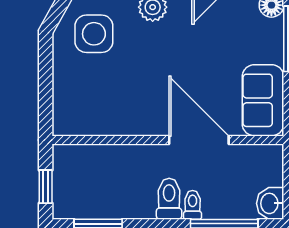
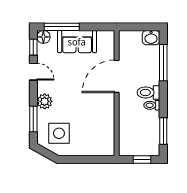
sofa: (263, 100) -> (77, 42), moved
toilet: (193, 205) -> (152, 105), moved

